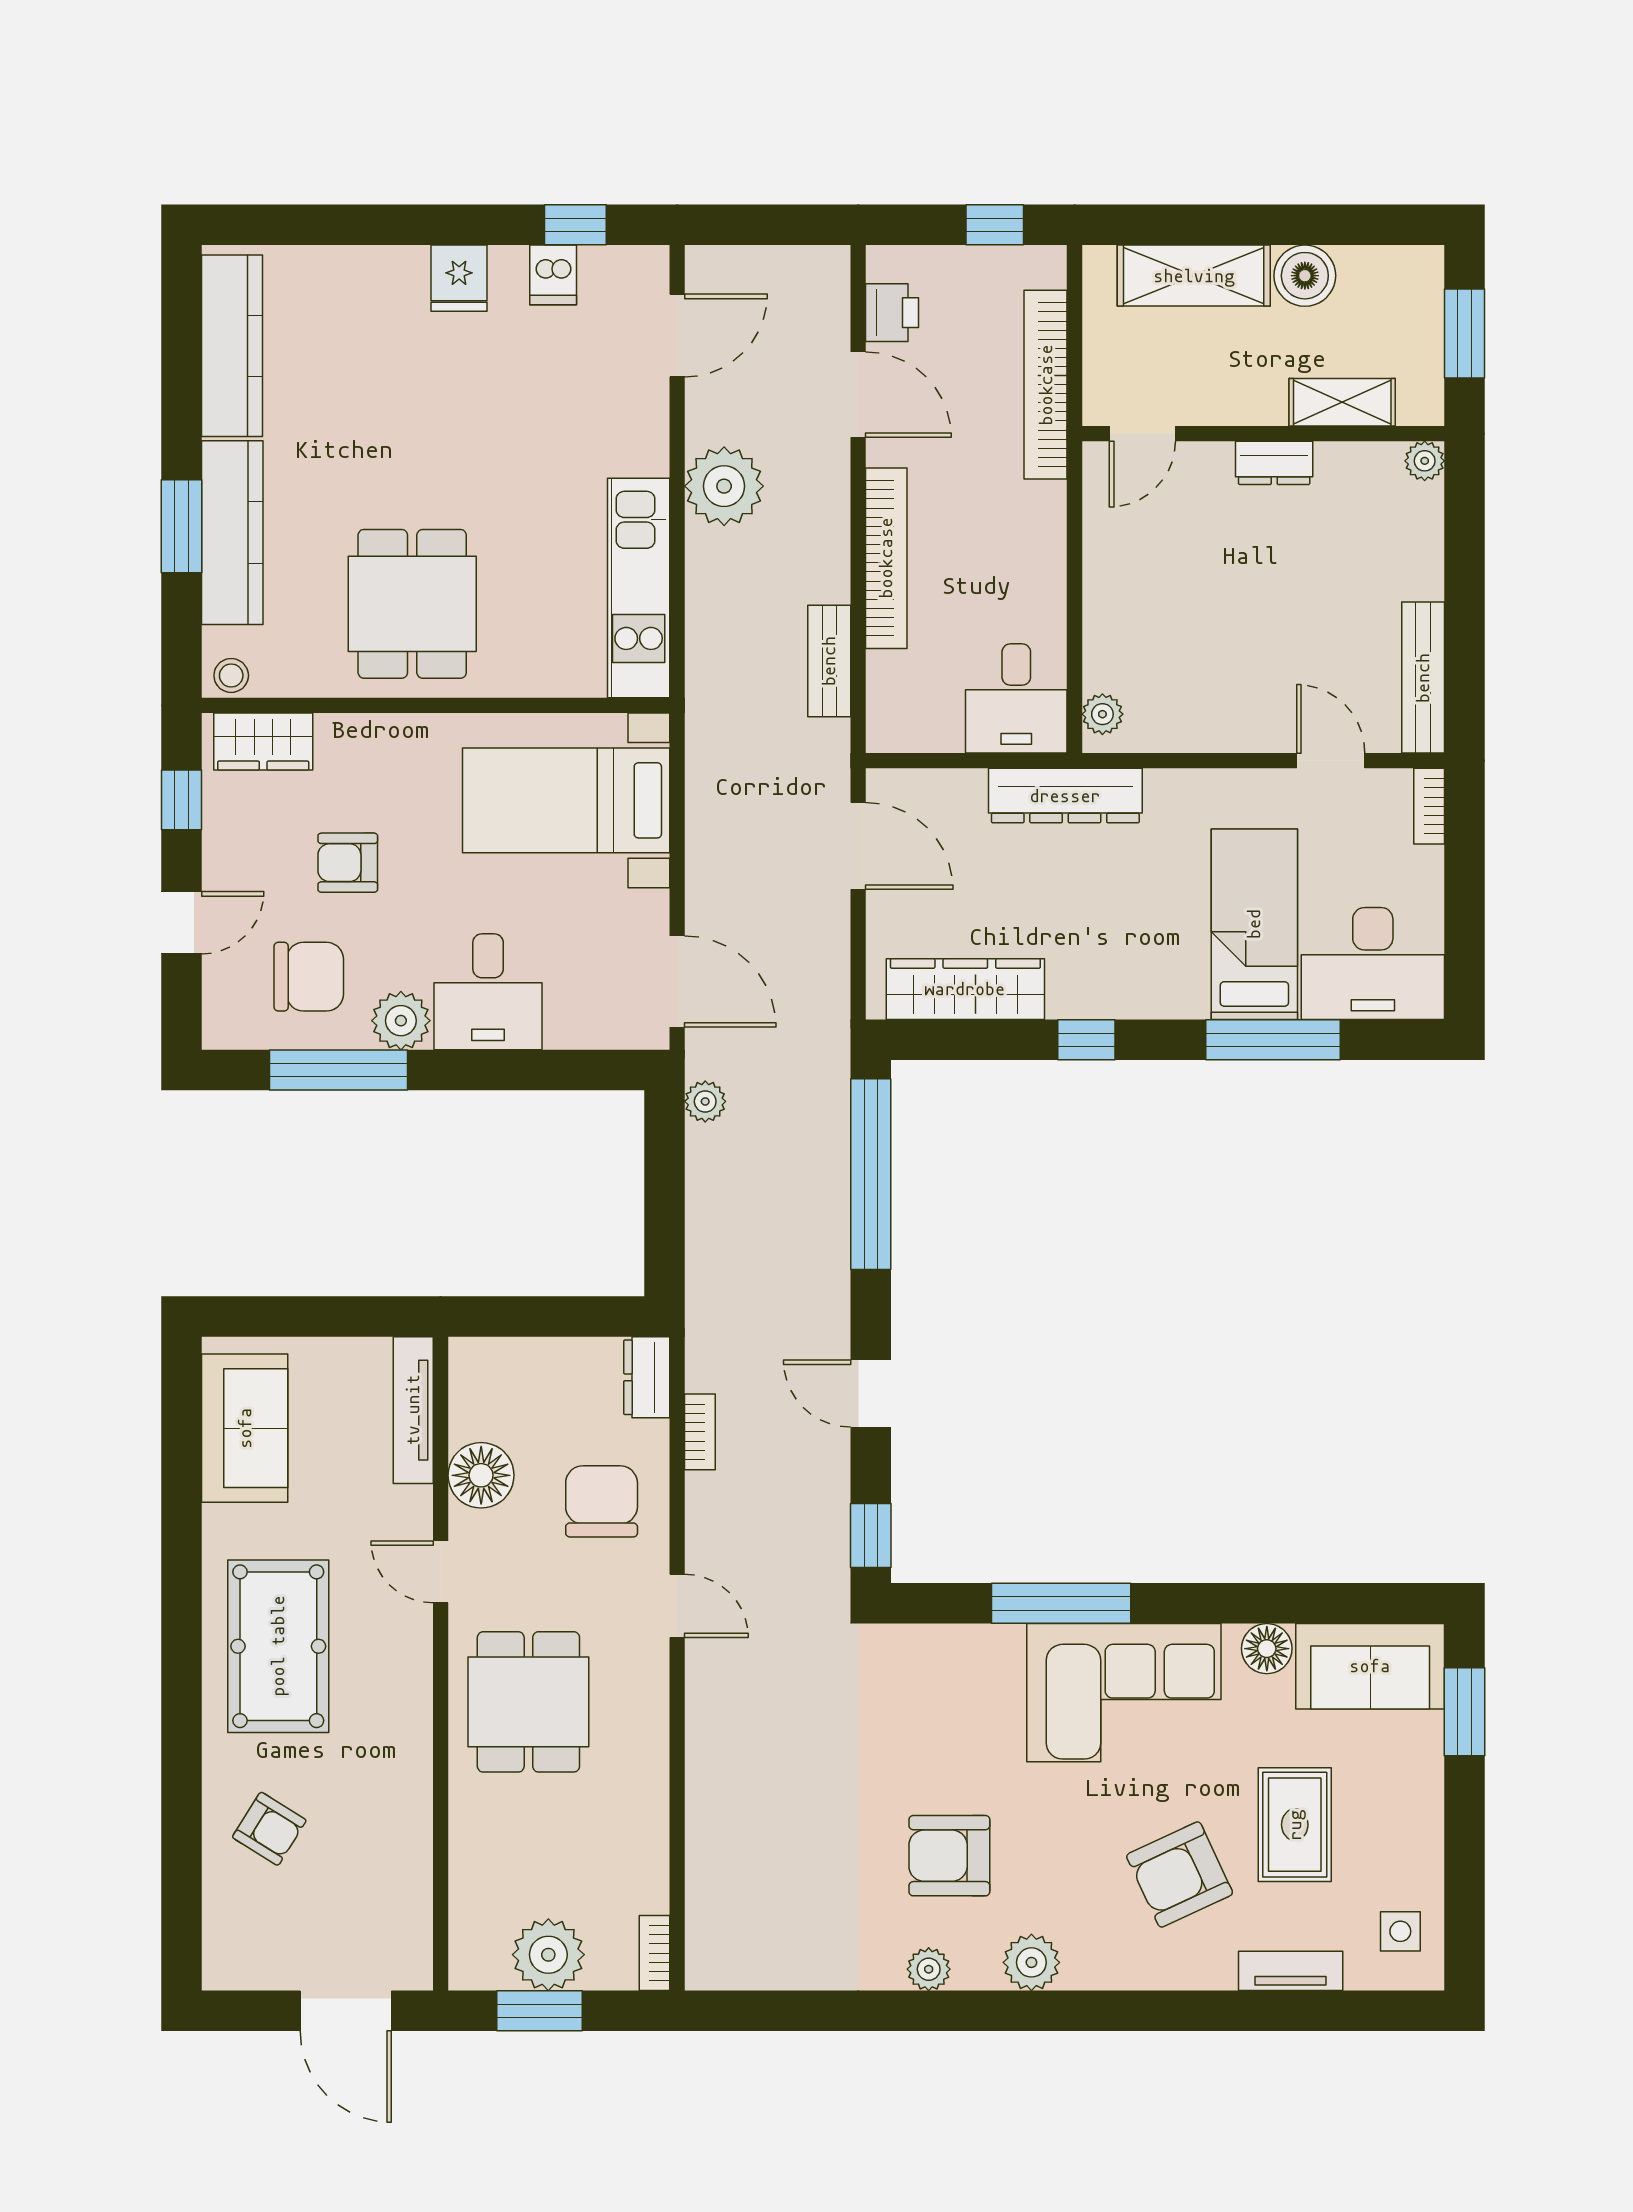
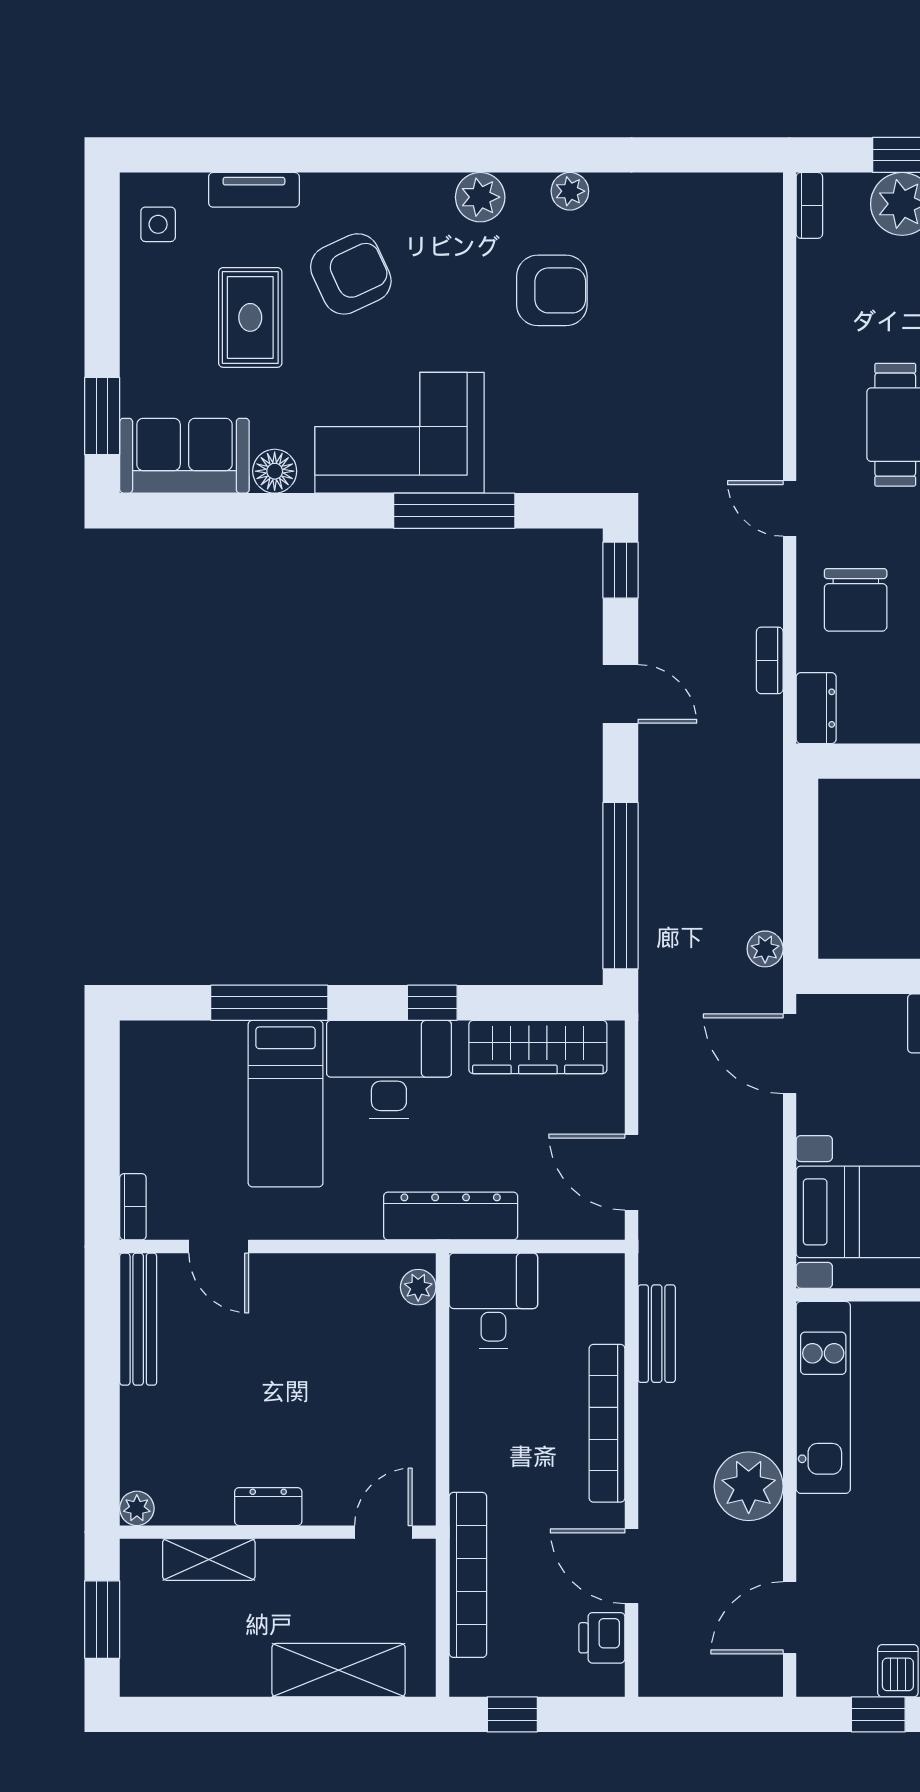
boiler: (1305, 276) -> (241, 1670), removed
desk: (1373, 964) -> (389, 1069), moved

